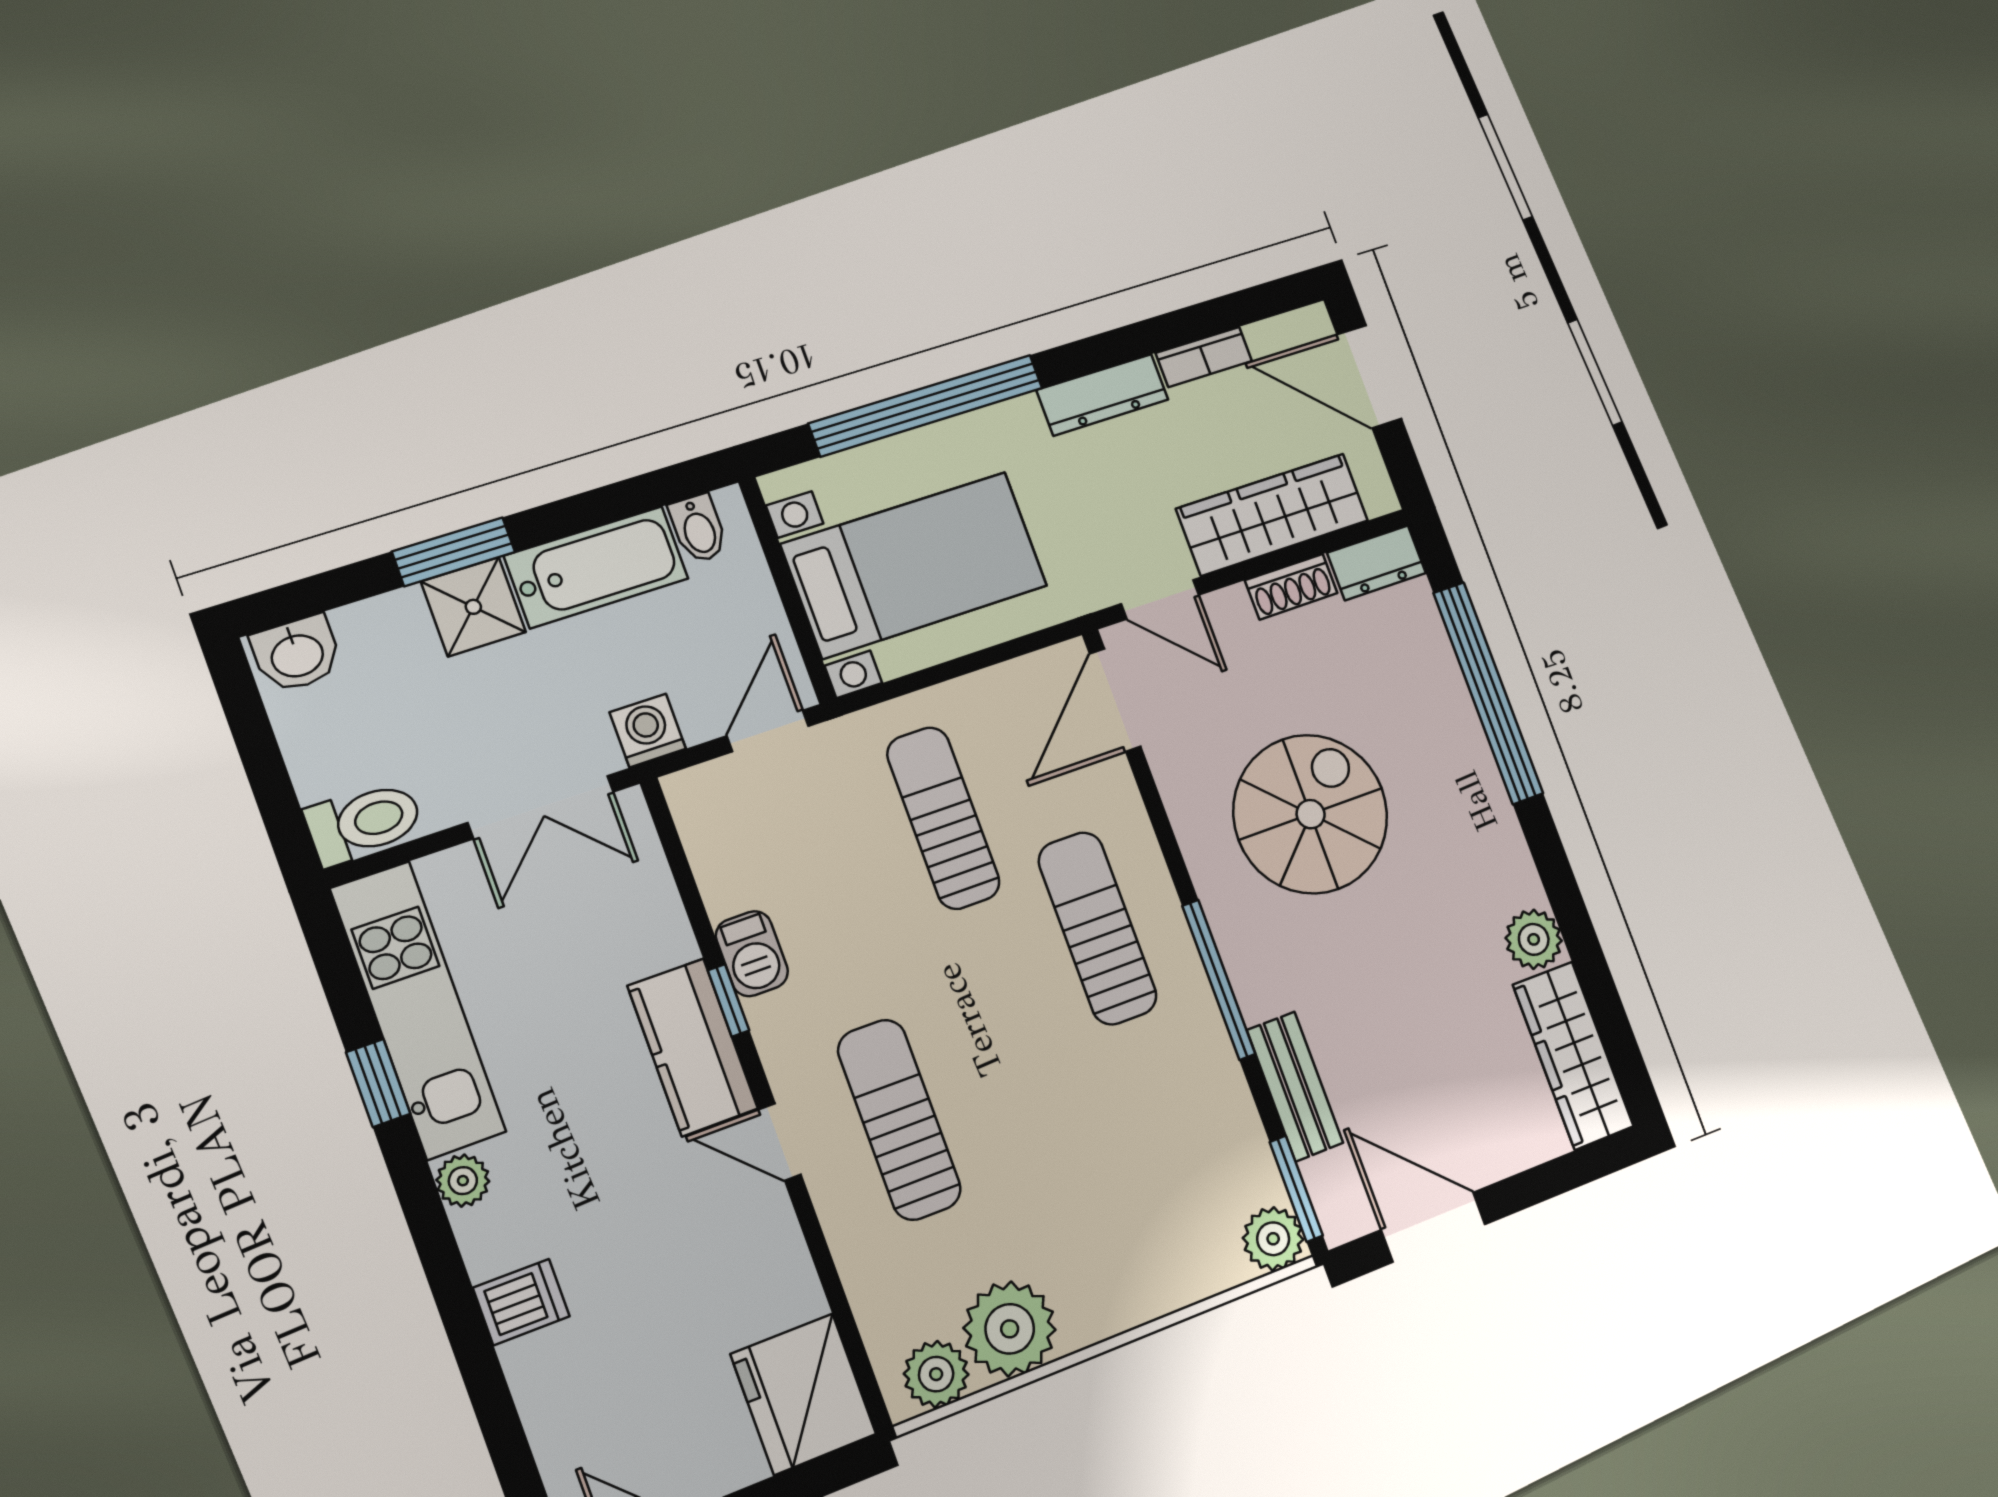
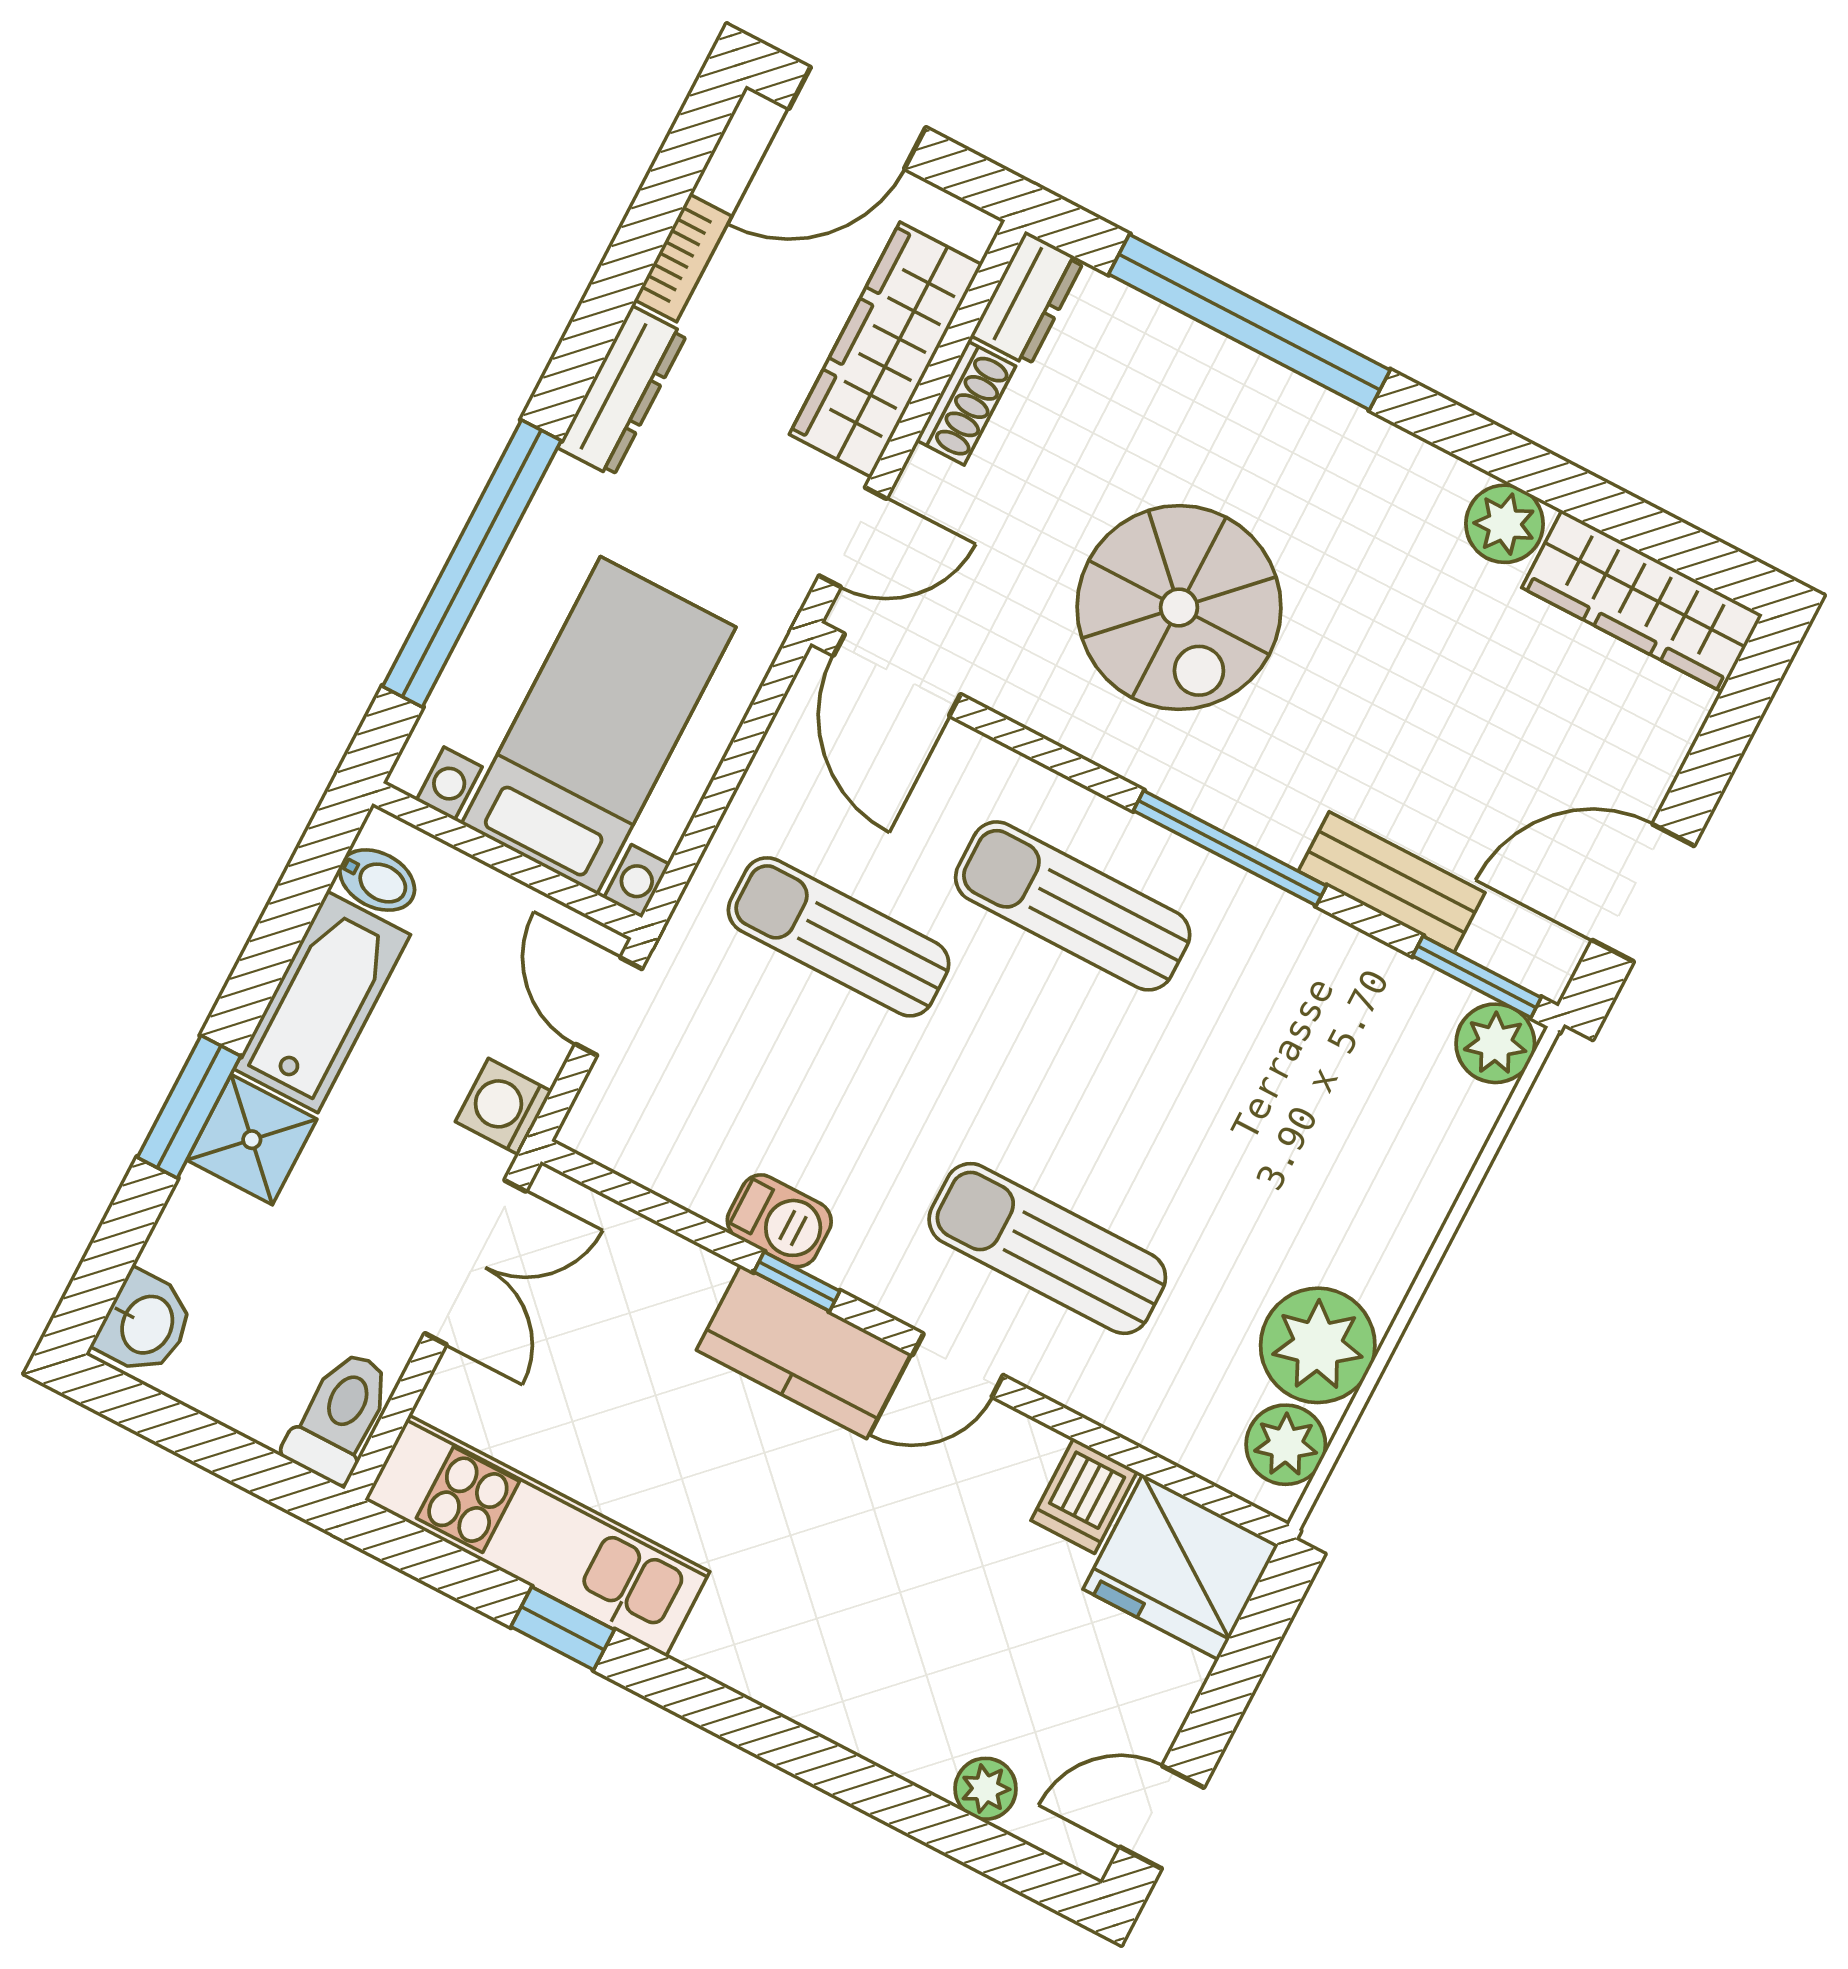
spiral stairs: (1311, 814) -> (1179, 607), turned 180
plant: (463, 1181) -> (986, 1789), moved
dishwasher: (521, 1302) -> (1084, 1496), moved, turned 180

